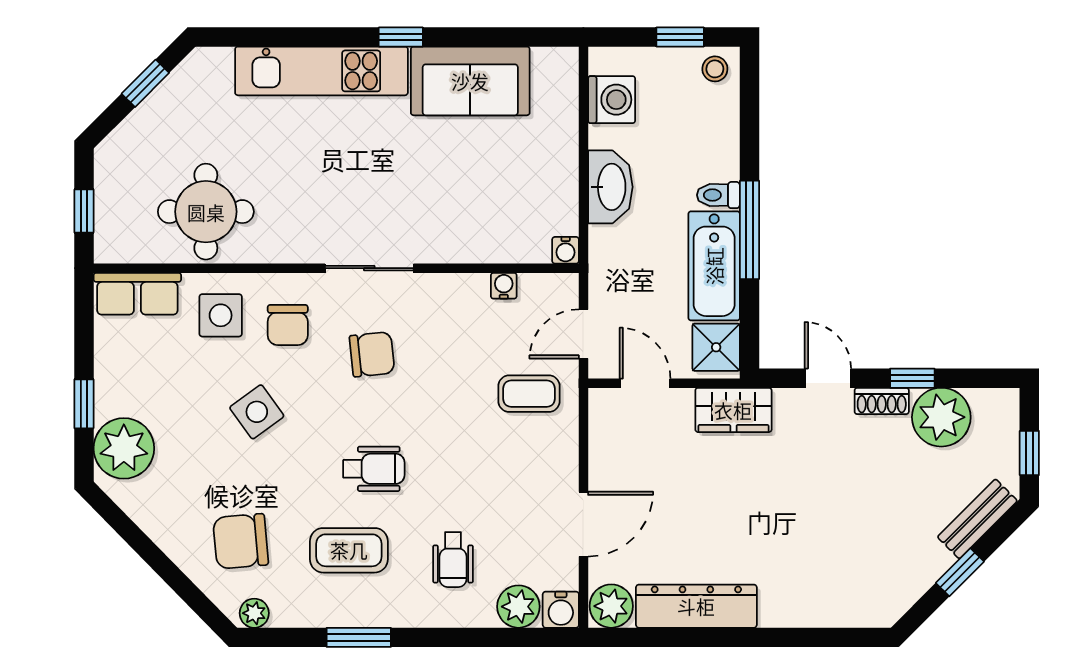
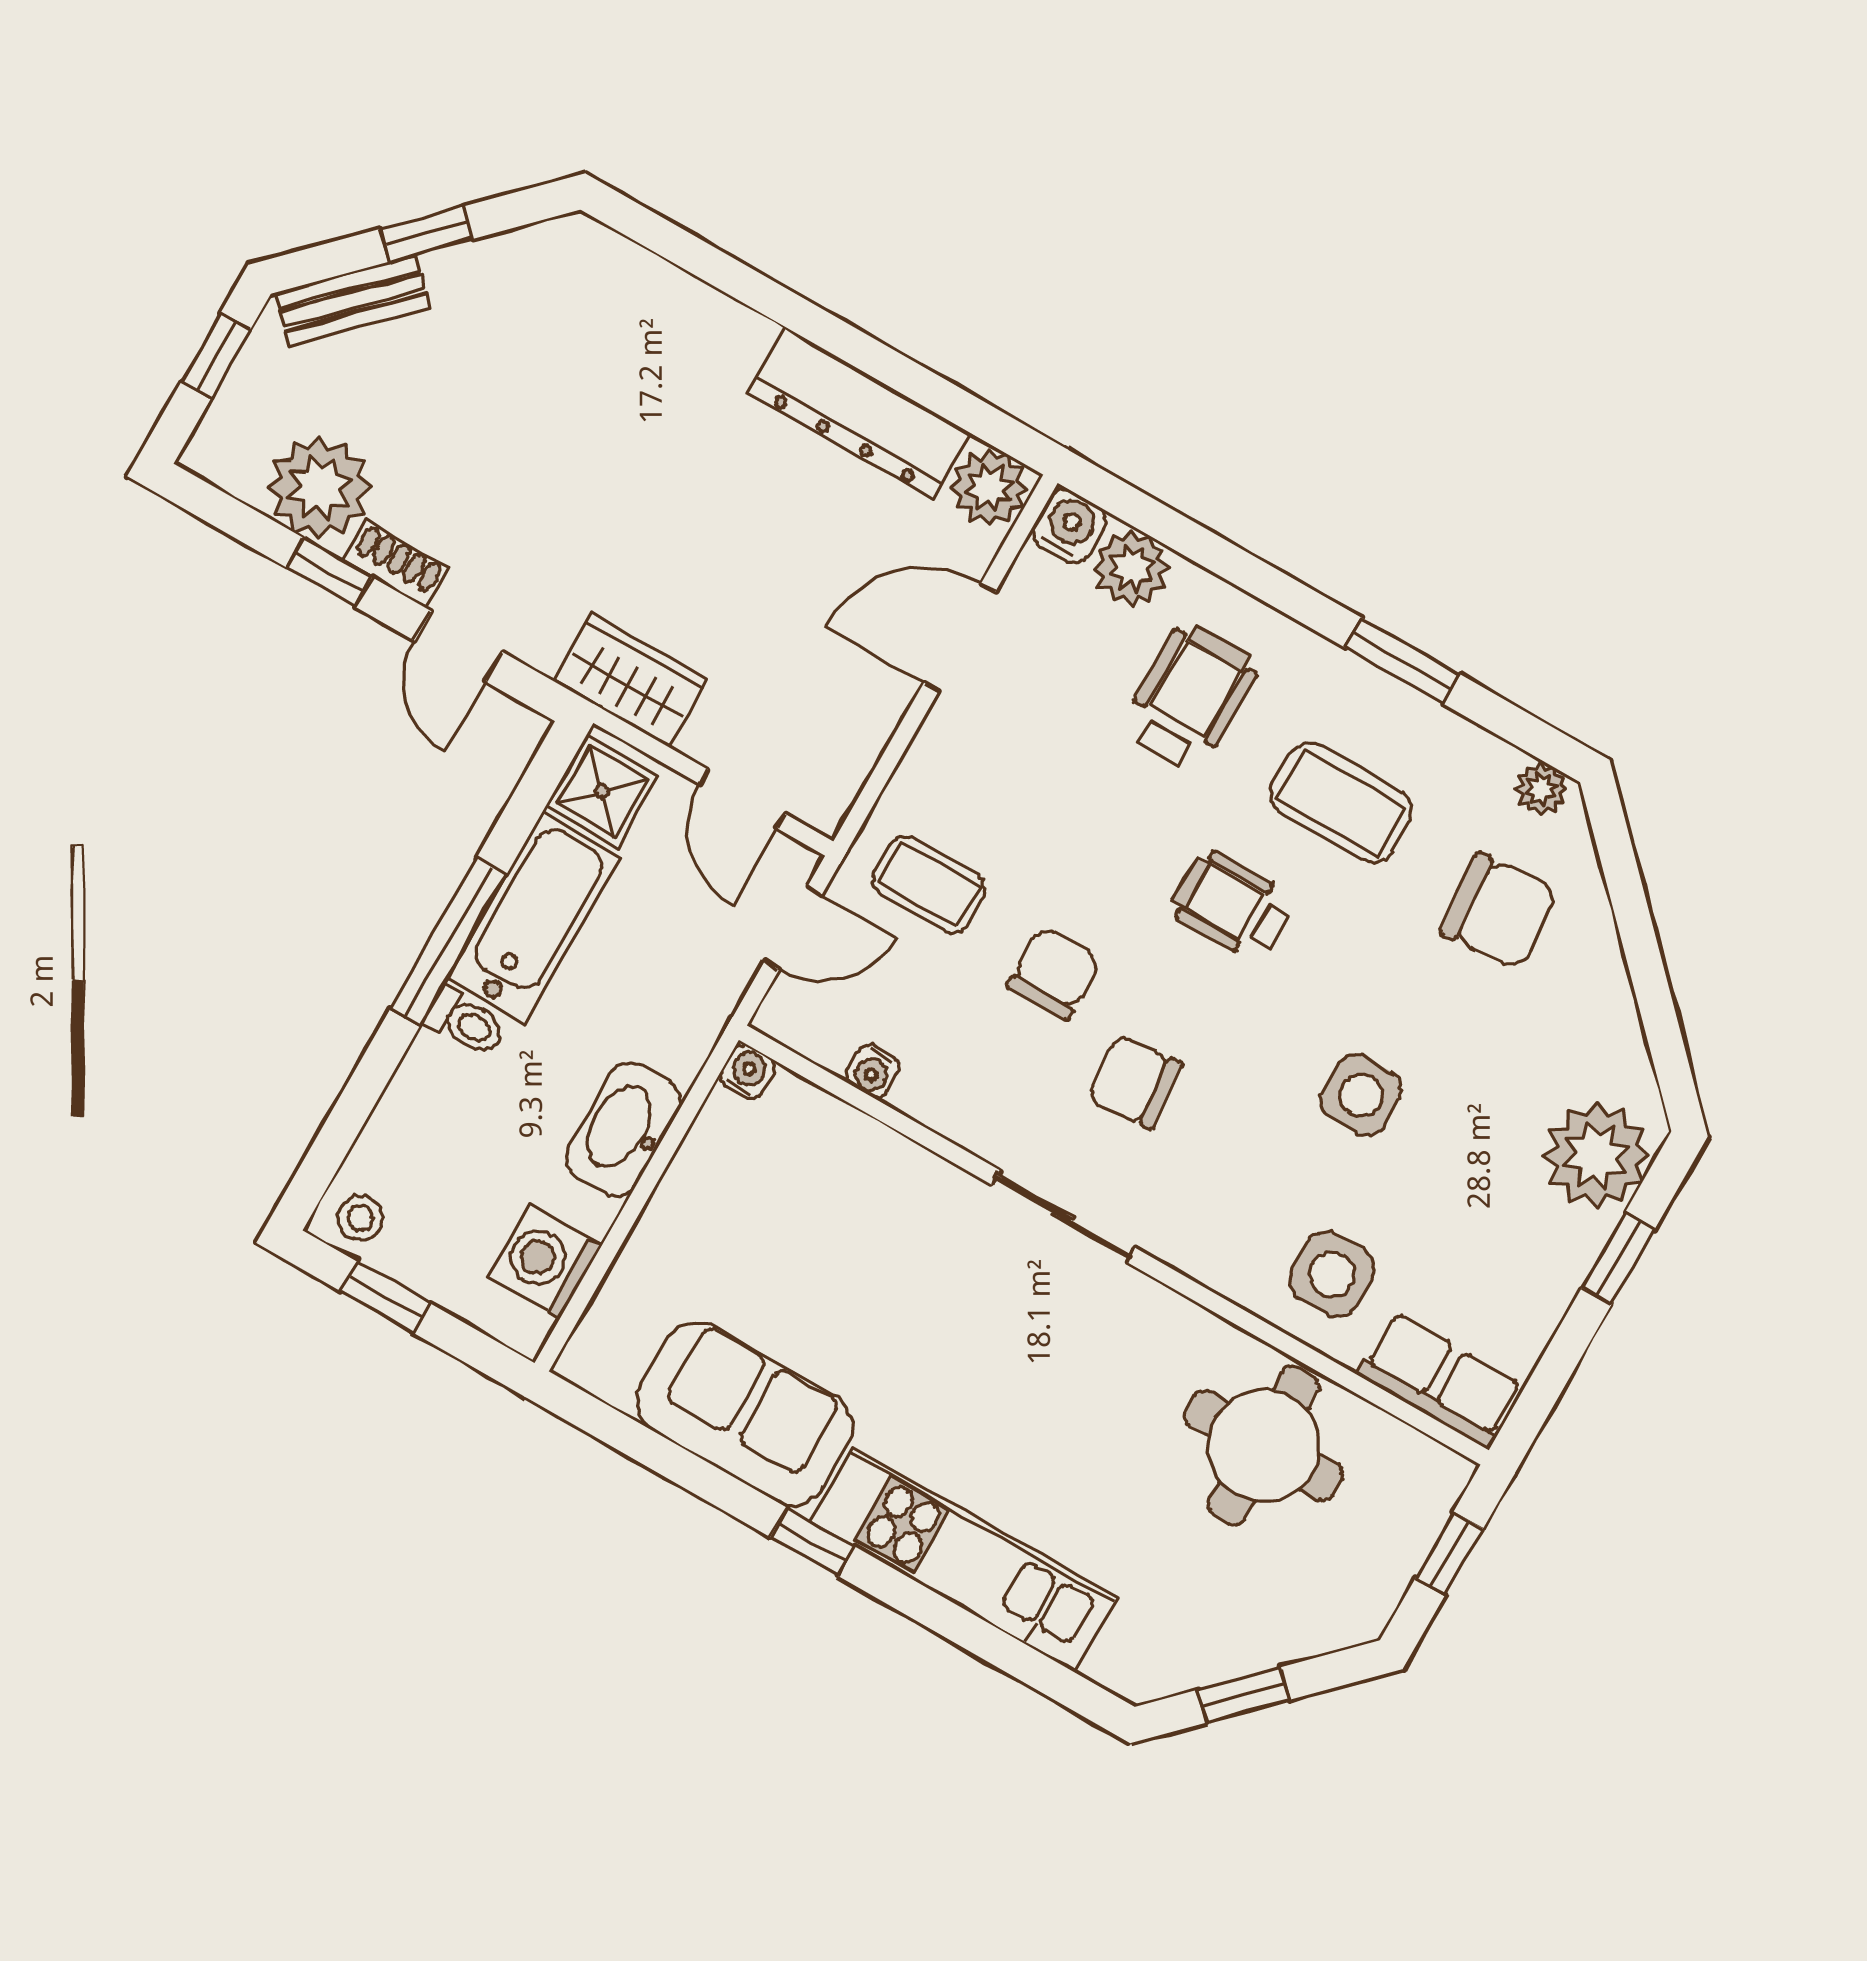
chair: (288, 325) -> (1054, 974), moved
side table: (257, 412) -> (1361, 1095), turned 36
wheelchair: (453, 560) -> (1190, 697), width x1.36, depth x1.37

